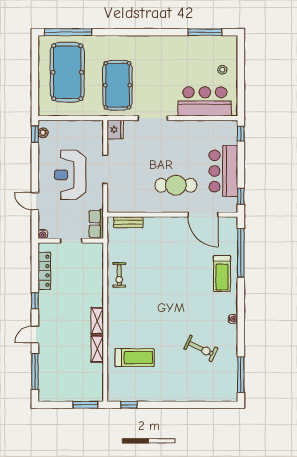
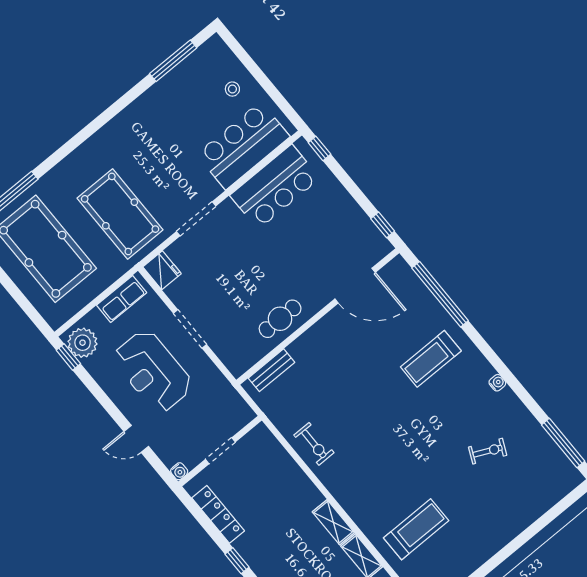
plant: (43, 133) -> (83, 343), width x1.88, depth x1.88
bar counter: (223, 171) -> (275, 187), moved, turned -90
cafe table: (176, 185) -> (280, 319), moved, width x0.73, depth x0.74
row of seats: (96, 224) -> (122, 299), moved, turned -90
treadmill: (222, 273) -> (431, 359), moved, turned 90
exercise bike: (201, 348) -> (488, 451), width x0.73, depth x0.72

